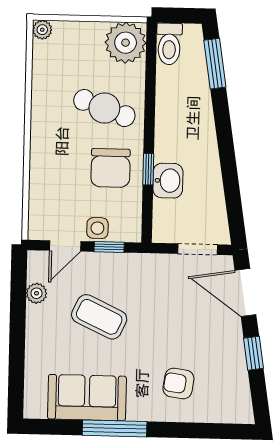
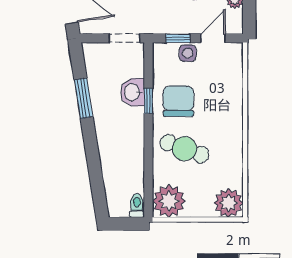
plant: (42, 30) -> (229, 203), width x1.88, depth x1.88
toilet: (169, 44) -> (137, 206), width x0.73, depth x0.72
window: (215, 64) -> (84, 98), moved
doorway: (198, 249) -> (124, 38), moved

